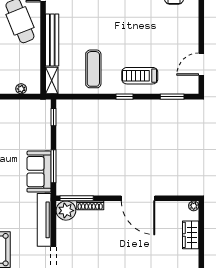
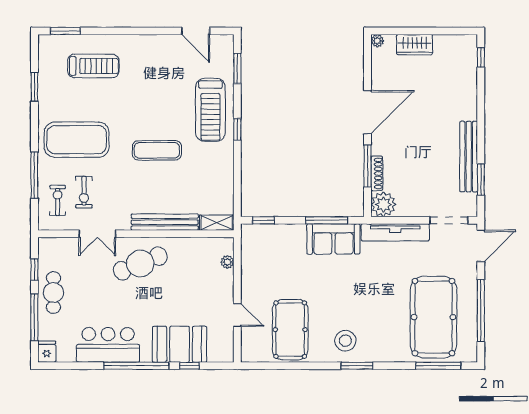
exercise mat: (93, 69) -> (157, 150), moved
treadmill: (140, 76) -> (210, 110), width x1.37, depth x1.38
window: (77, 198) -> (368, 166), moved

